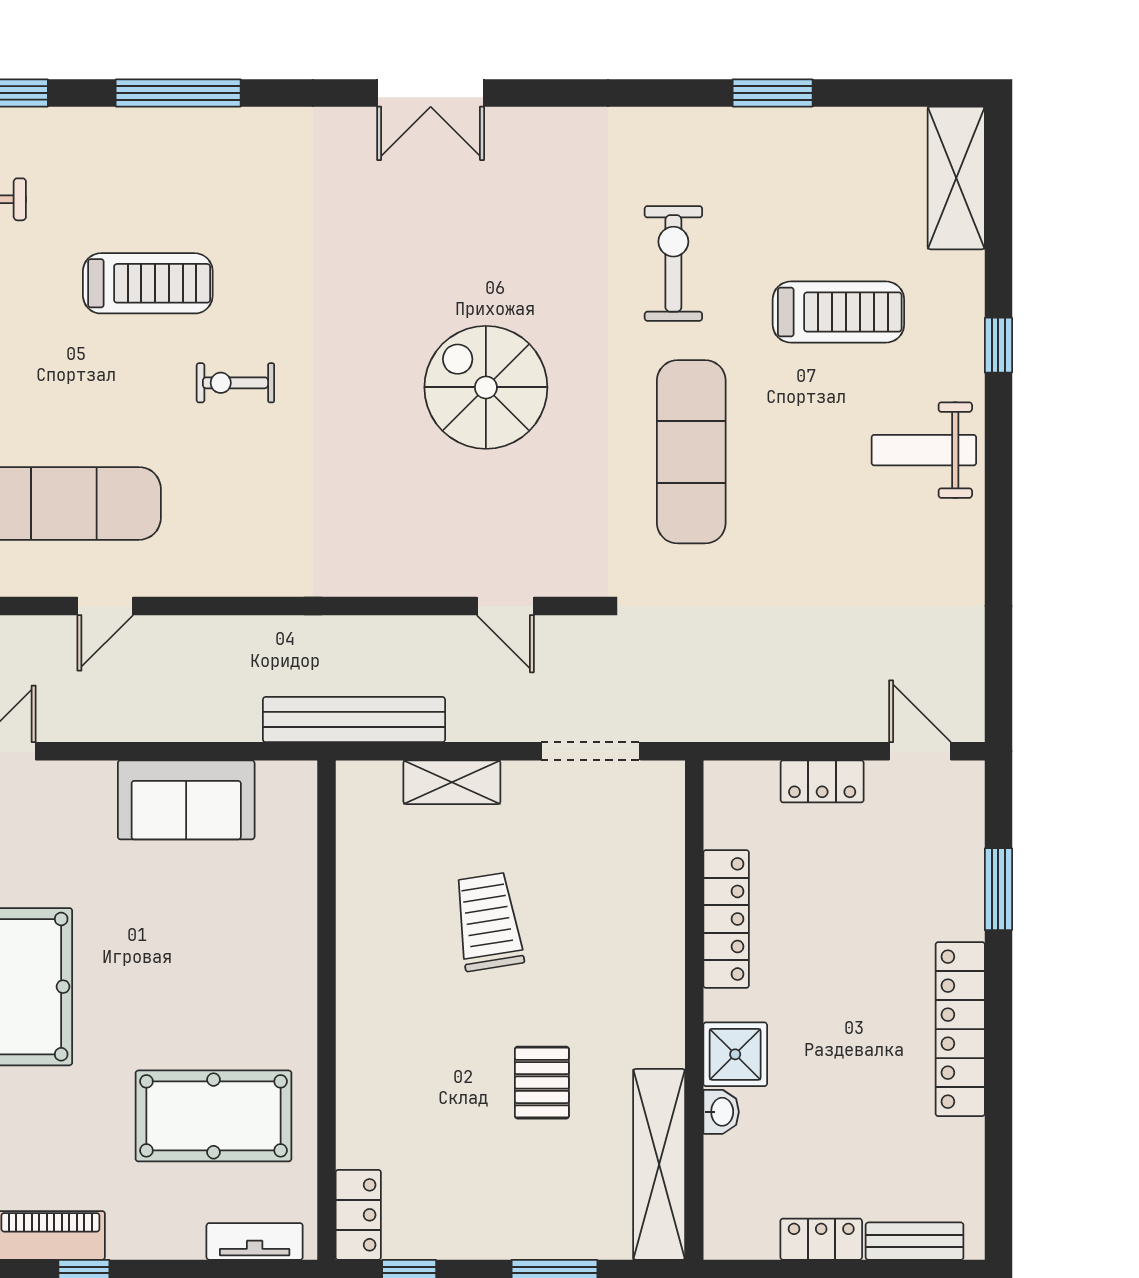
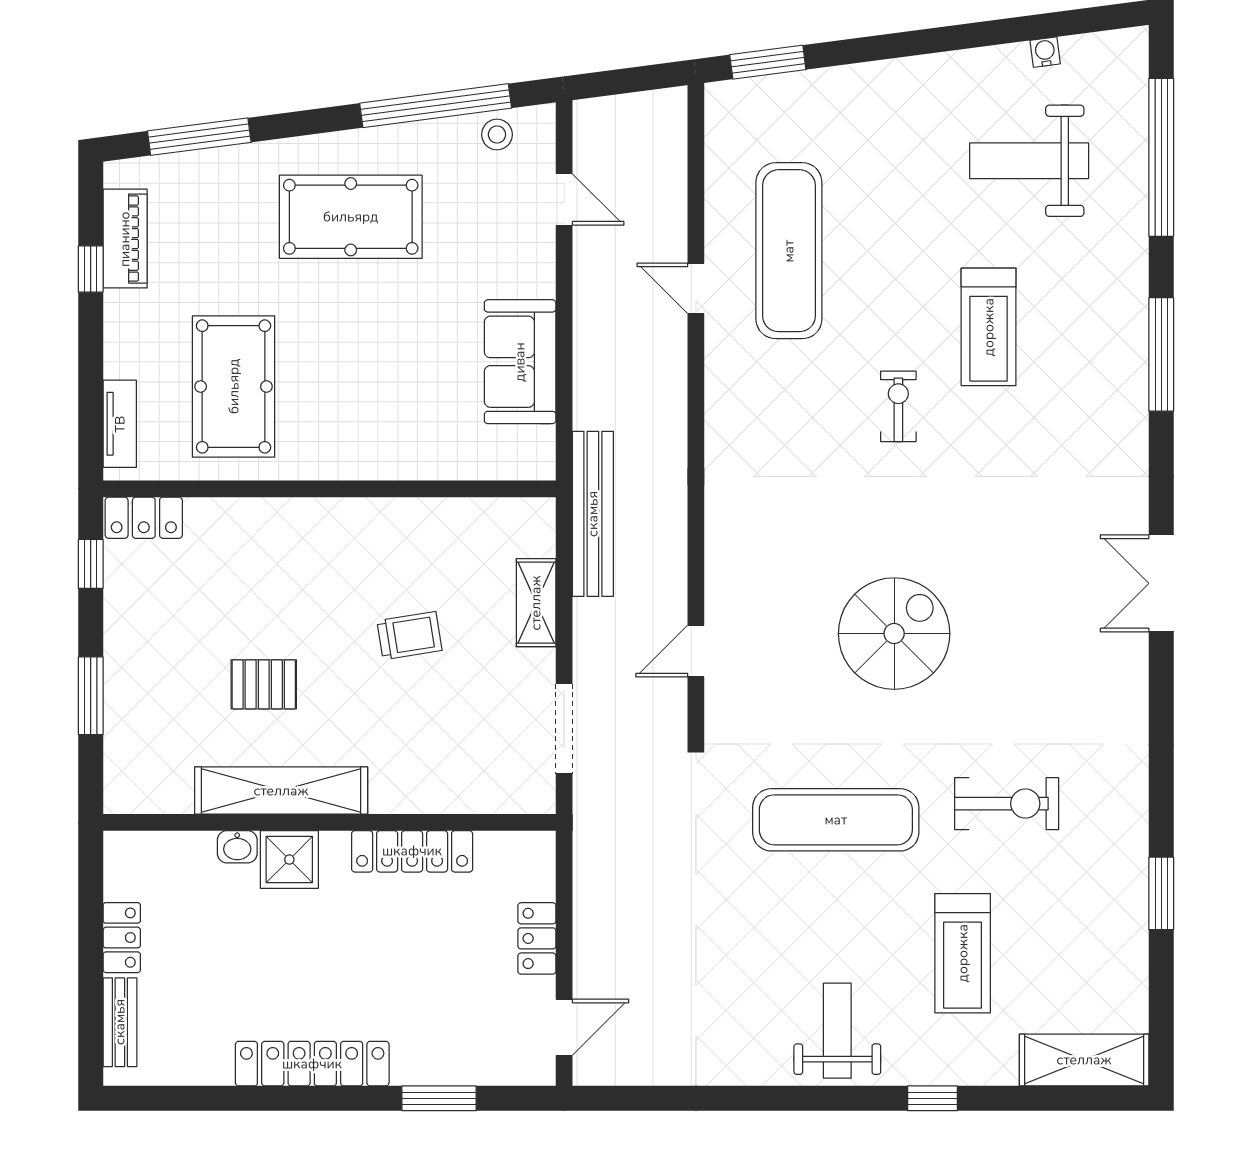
trolley: (488, 922) -> (410, 636), width x0.73, depth x0.72
shelving: (659, 1164) -> (281, 791), moved

